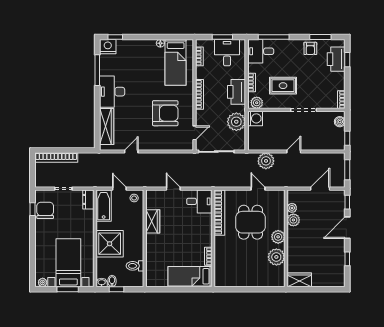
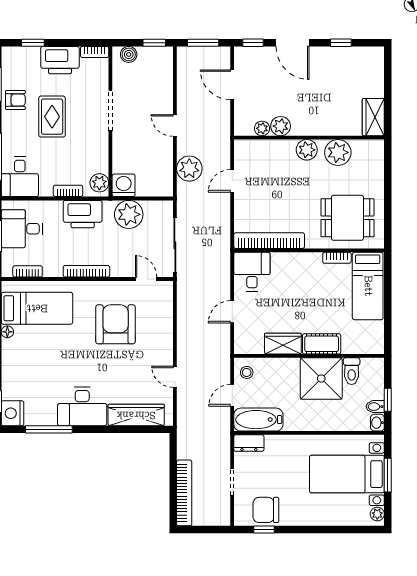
printer: (336, 59) -> (60, 60), moved
rug: (283, 86) -> (52, 117), moved
dining table: (250, 222) -> (347, 218), moved
shower: (110, 244) -> (321, 379), moved
cot: (153, 246) -> (322, 344), added

